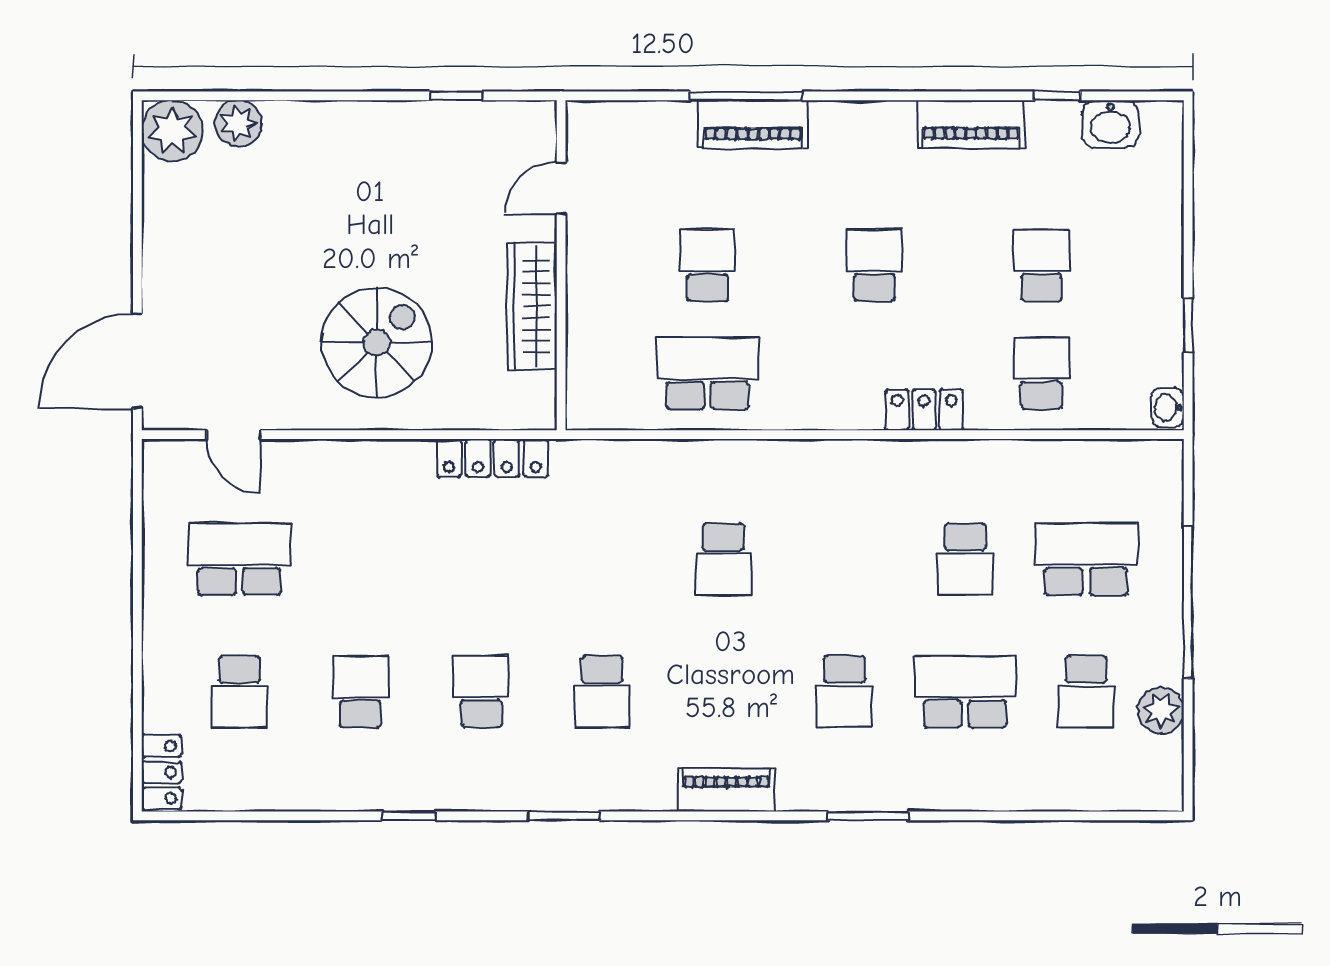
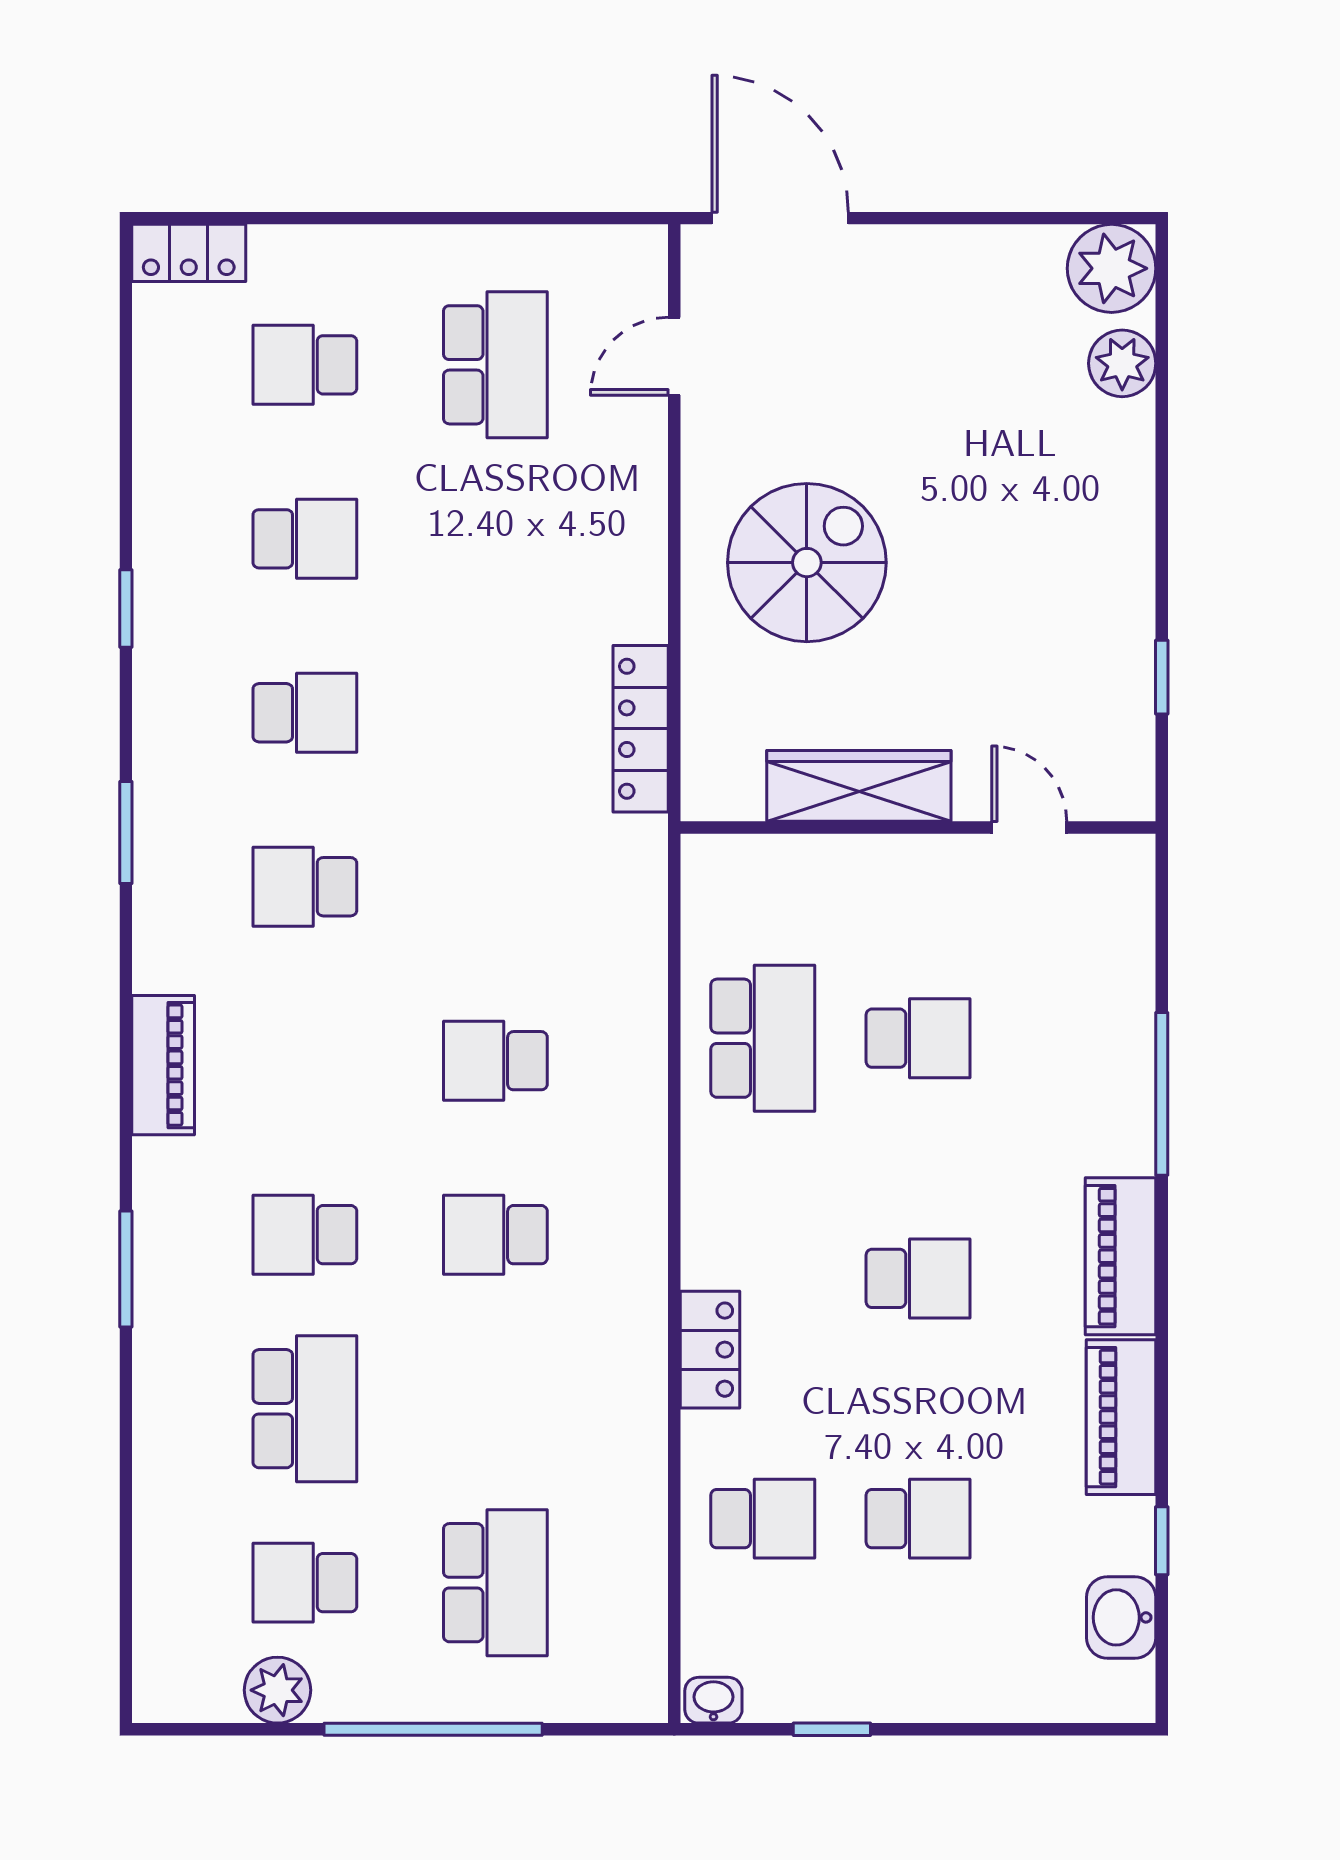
piano: (753, 124) -> (1121, 1256), moved
spiral stairs: (377, 343) -> (807, 563), turned -90
school desk: (965, 559) -> (495, 1235), moved

